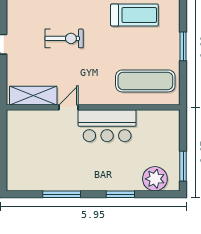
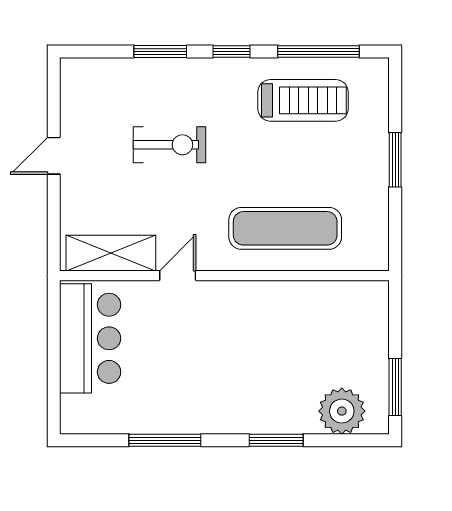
exercise mat: (145, 81) -> (285, 228), moved
bar counter: (107, 126) -> (90, 338), moved, turned -90

